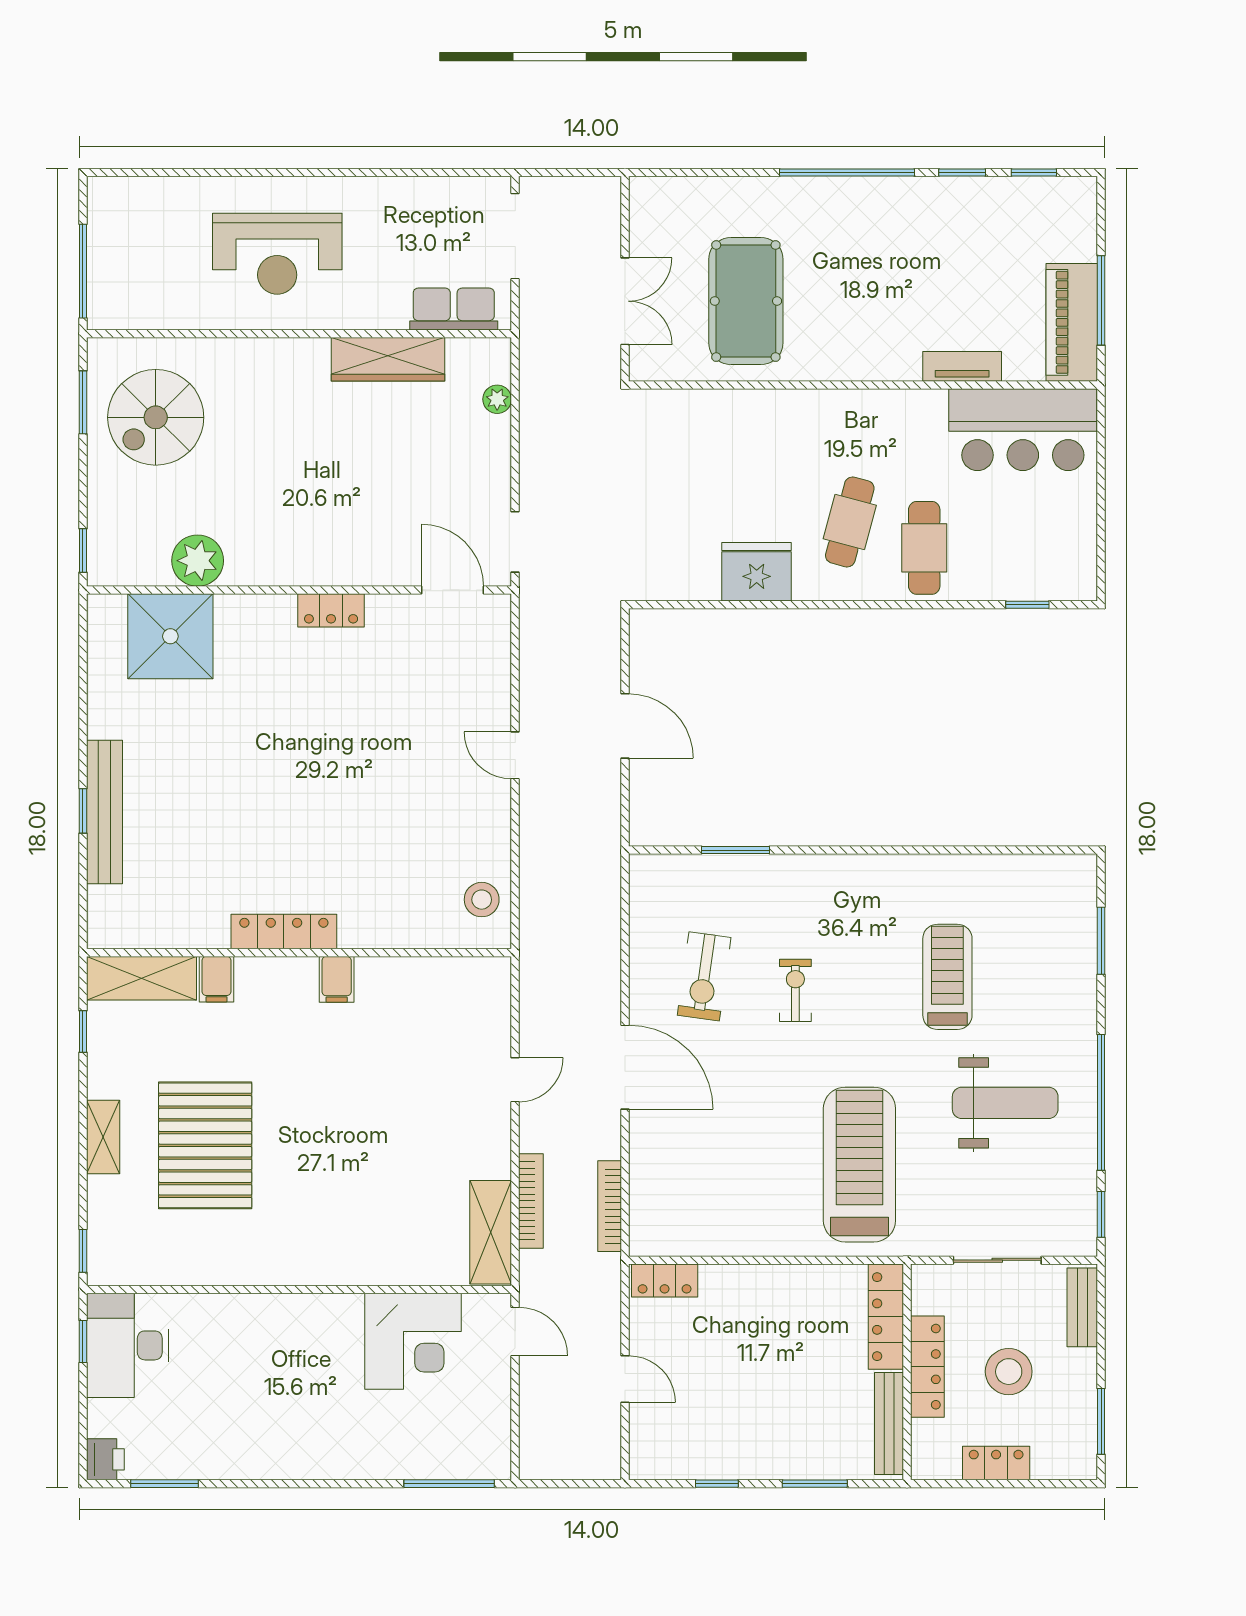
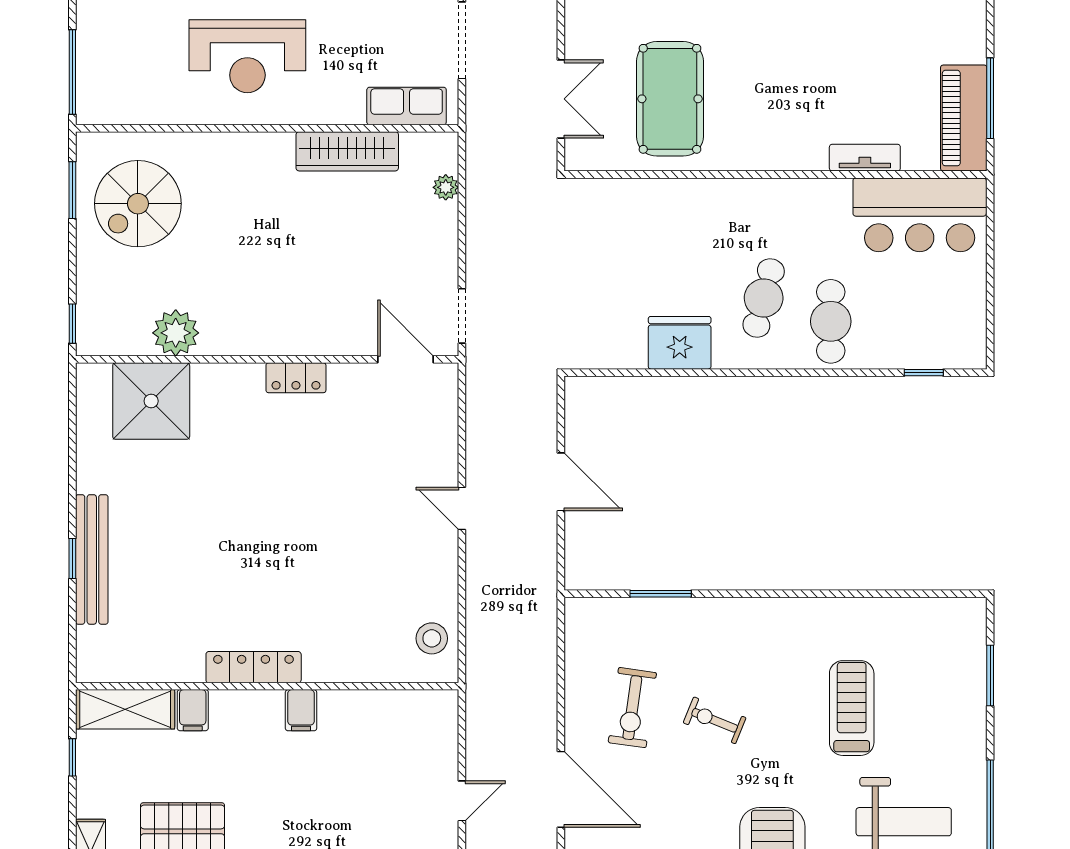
exercise bike: (795, 990) -> (715, 720), turned -68

